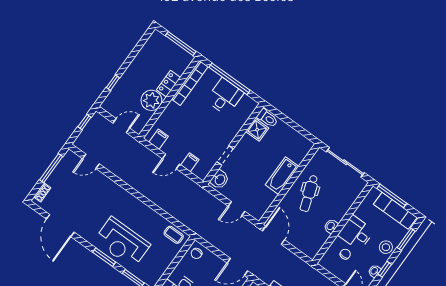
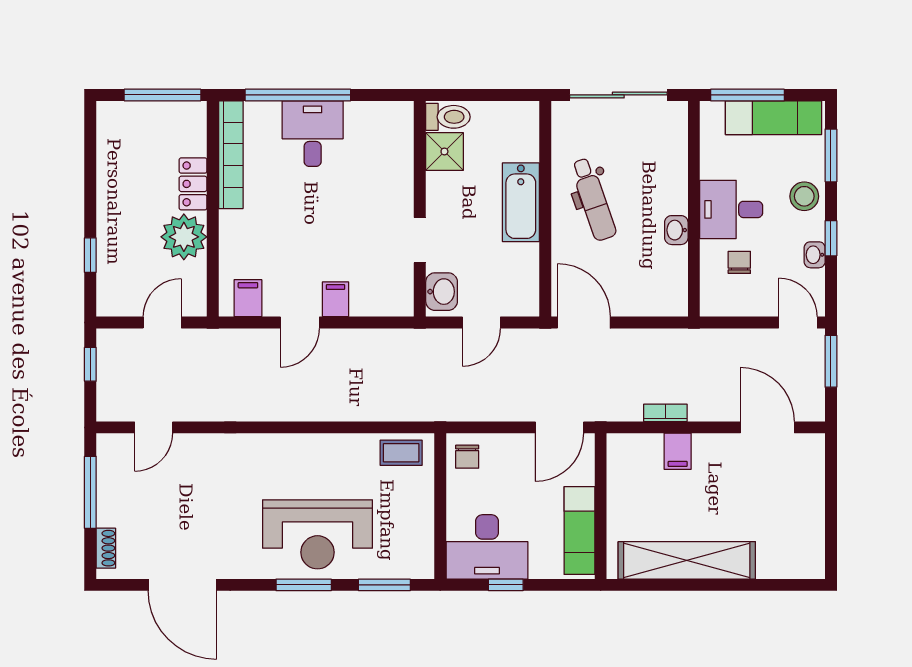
toilet: (267, 118) -> (448, 117), moved
shower: (257, 130) -> (444, 151), moved
wall: (233, 144) -> (420, 209), moved
doorway: (225, 155) -> (420, 240), moved
washbasin: (220, 180) -> (442, 292), moved

